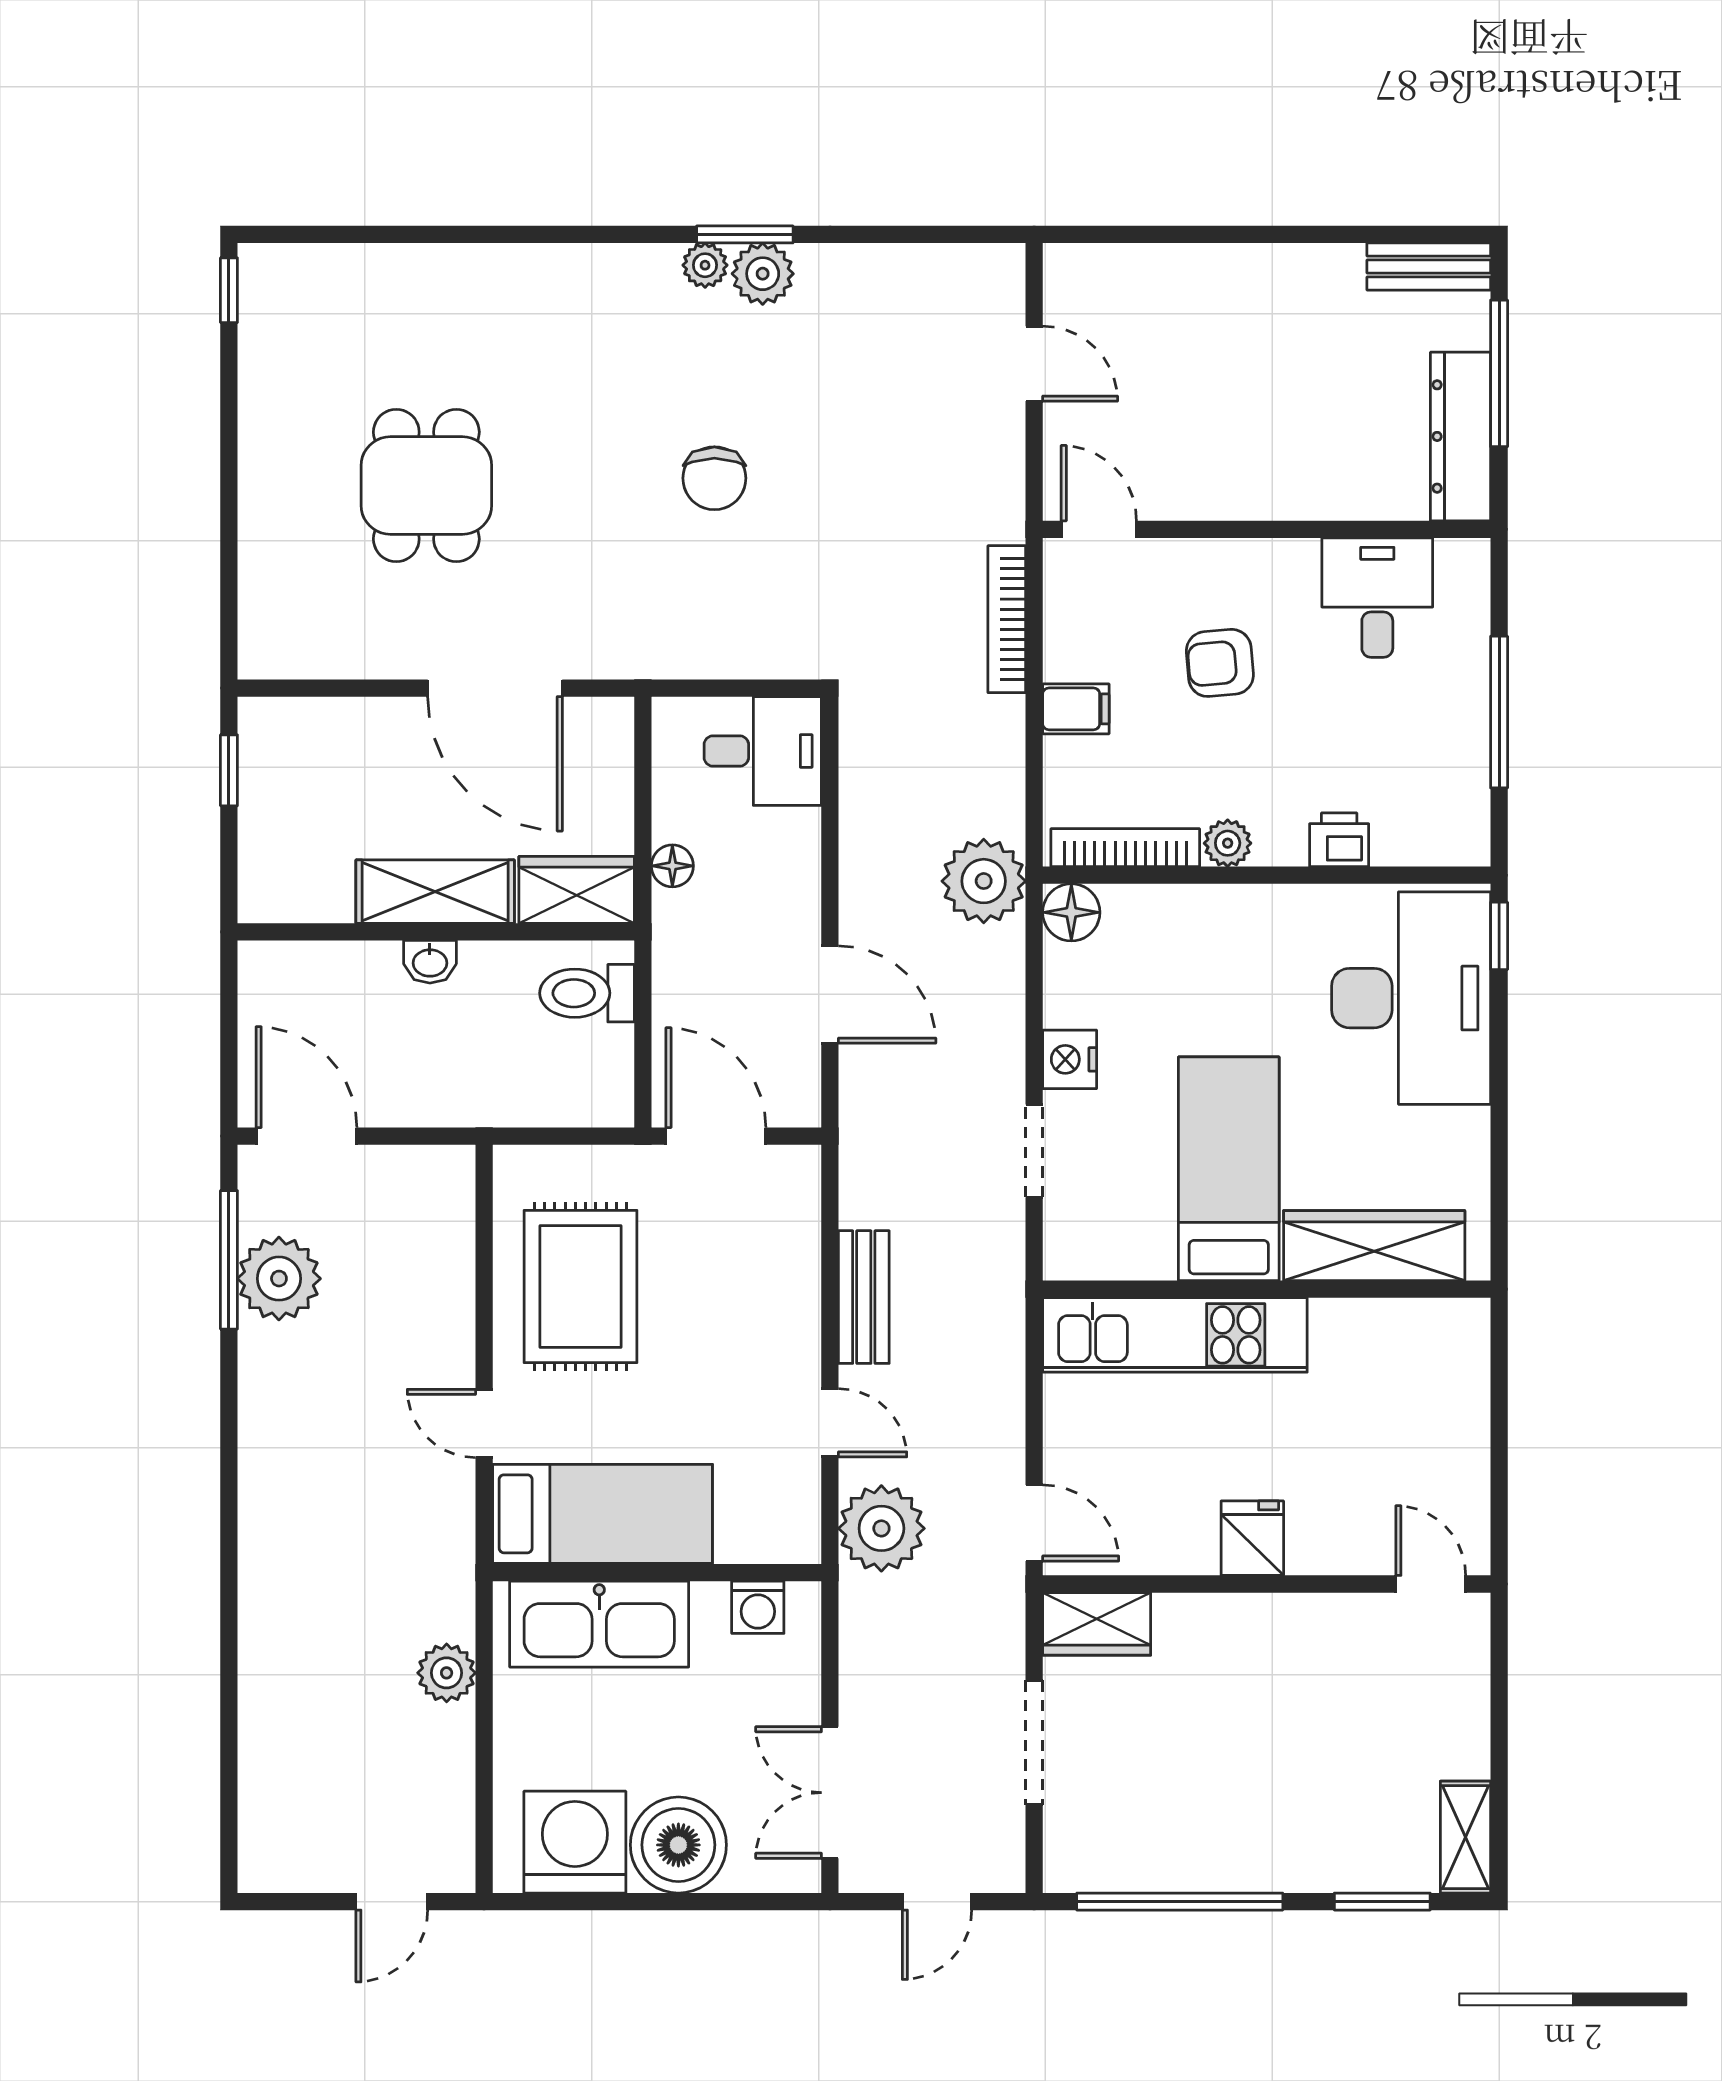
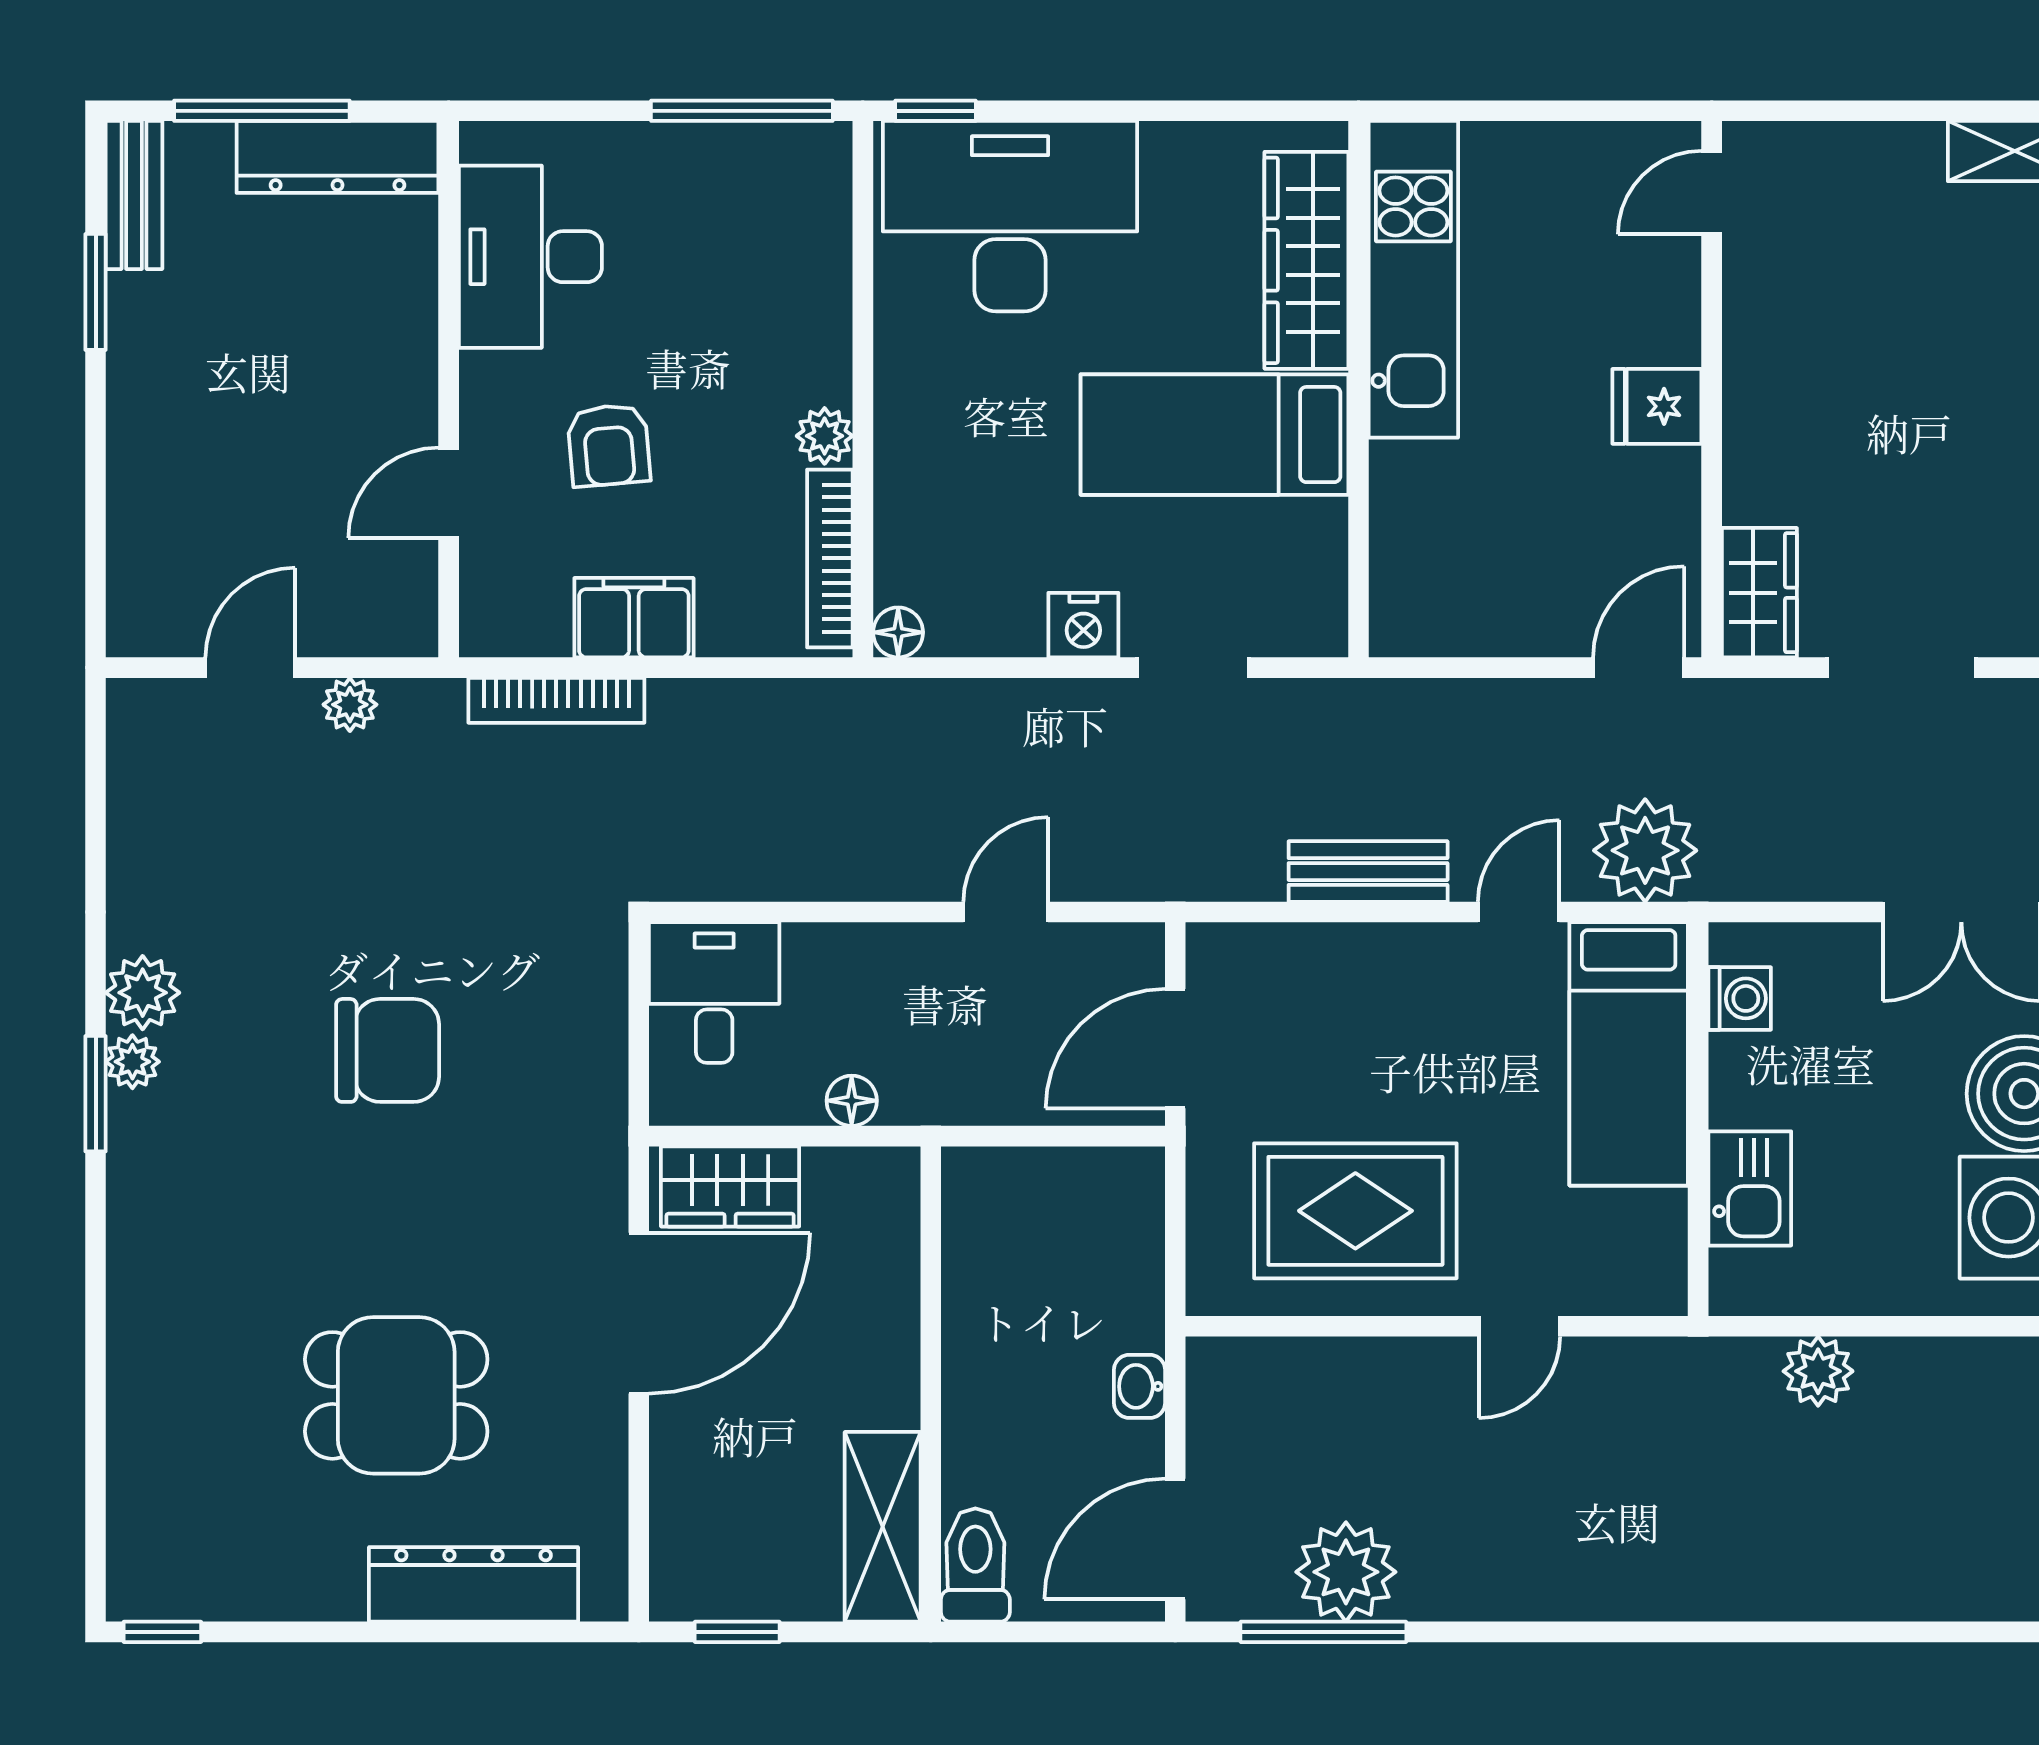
window: (745, 234) -> (96, 1094), moved
window: (1348, 234) -> (96, 292), added
chair: (714, 478) -> (388, 1050), width x1.37, depth x1.37
door: (1099, 529) -> (449, 493), moved
dresser: (269, 550) -> (473, 1584), added
desk: (1377, 598) -> (530, 257), width x1.37
filing cabinet: (1076, 709) -> (634, 618), width x2.00
window: (1499, 712) -> (742, 111), moved
printer: (1339, 840) -> (821, 302), removed
plant: (984, 881) -> (350, 705), moved, width x0.53, depth x0.53
wardrobe: (577, 890) -> (730, 1186), moved, turned -90
shelving: (435, 892) -> (883, 1527), moved
floor lamp: (1071, 912) -> (898, 632), width x0.73, depth x0.73
washbasin: (430, 962) -> (1139, 1386), moved, turned 180
toilet: (587, 993) -> (975, 1565), moved, turned 180
door: (830, 995) -> (1006, 912), width x0.73
kitchen unit: (1175, 1335) -> (1413, 279), moved
bed: (603, 1514) -> (1629, 1054), moved, turned 180
kitchen sink: (599, 1624) -> (1750, 1188), width x0.53, depth x0.81

